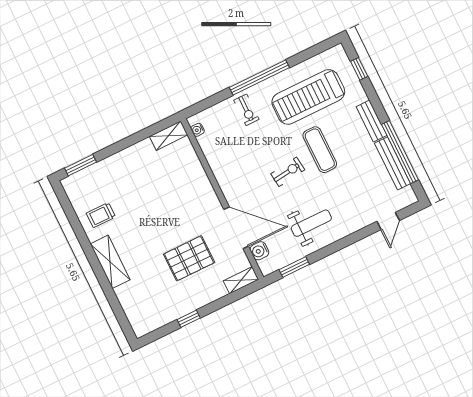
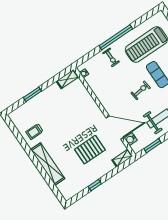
window: (81, 165) -> (32, 94), moved
shelving: (110, 262) -> (48, 164), width x1.47

